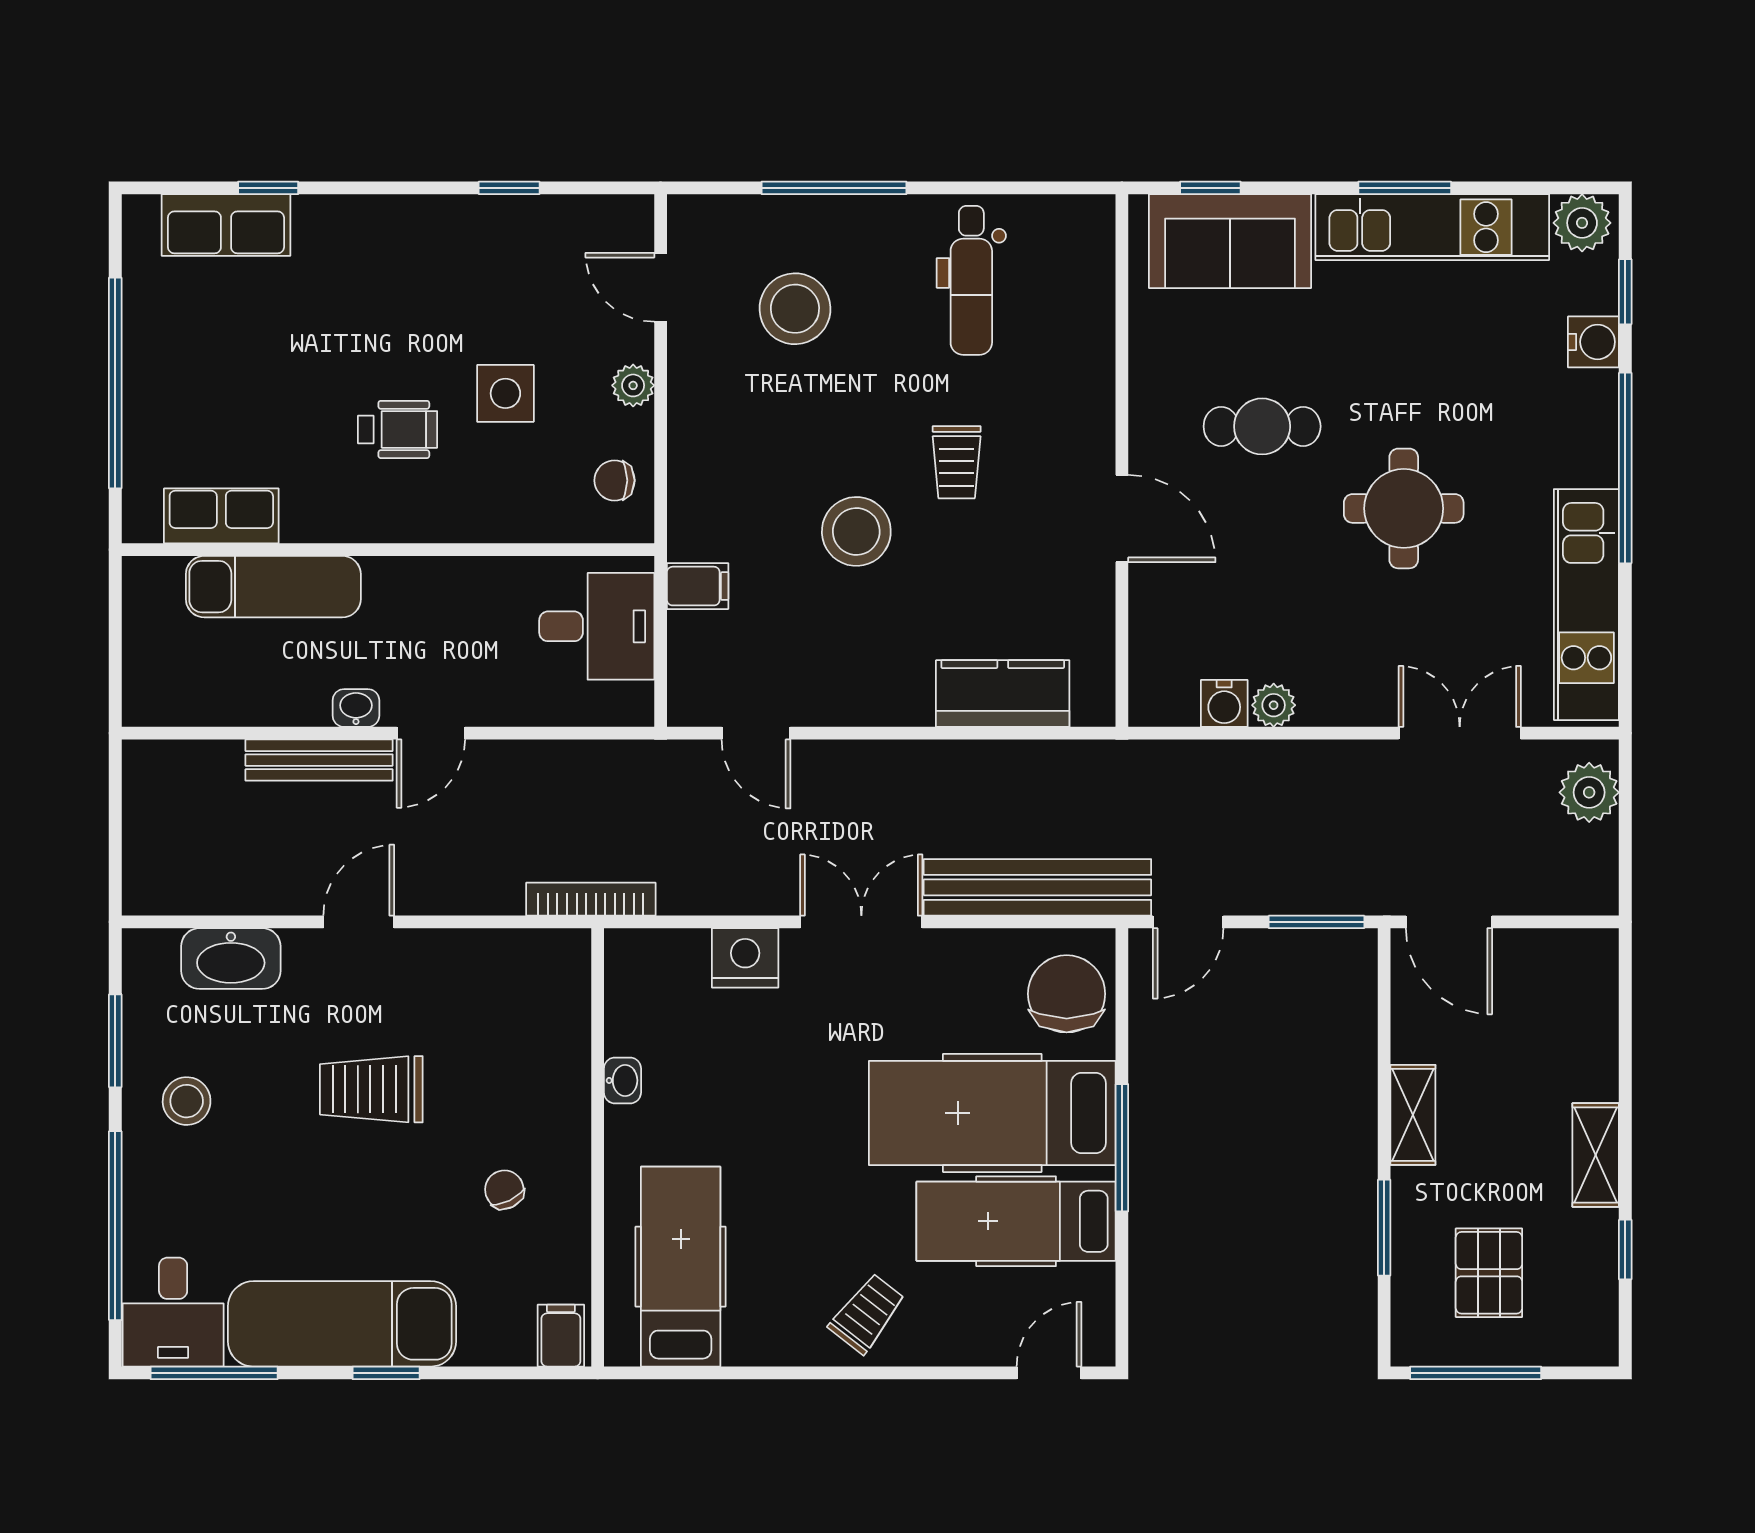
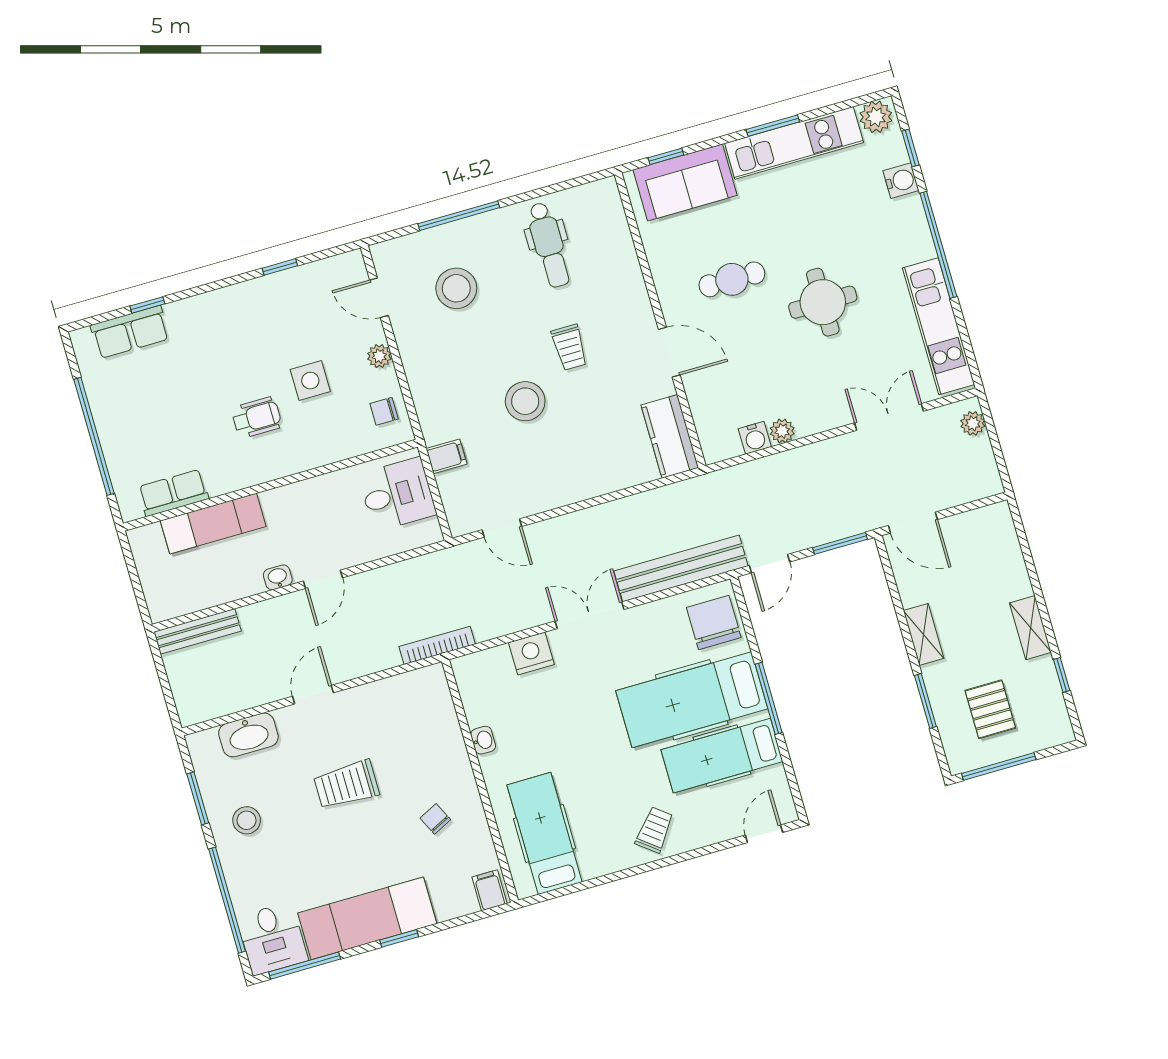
kitchen counter: (1003, 694) -> (670, 436), moved, turned -90
bench: (319, 760) -> (197, 631), moved
plant: (1589, 792) -> (973, 423), width x0.73, depth x0.73

